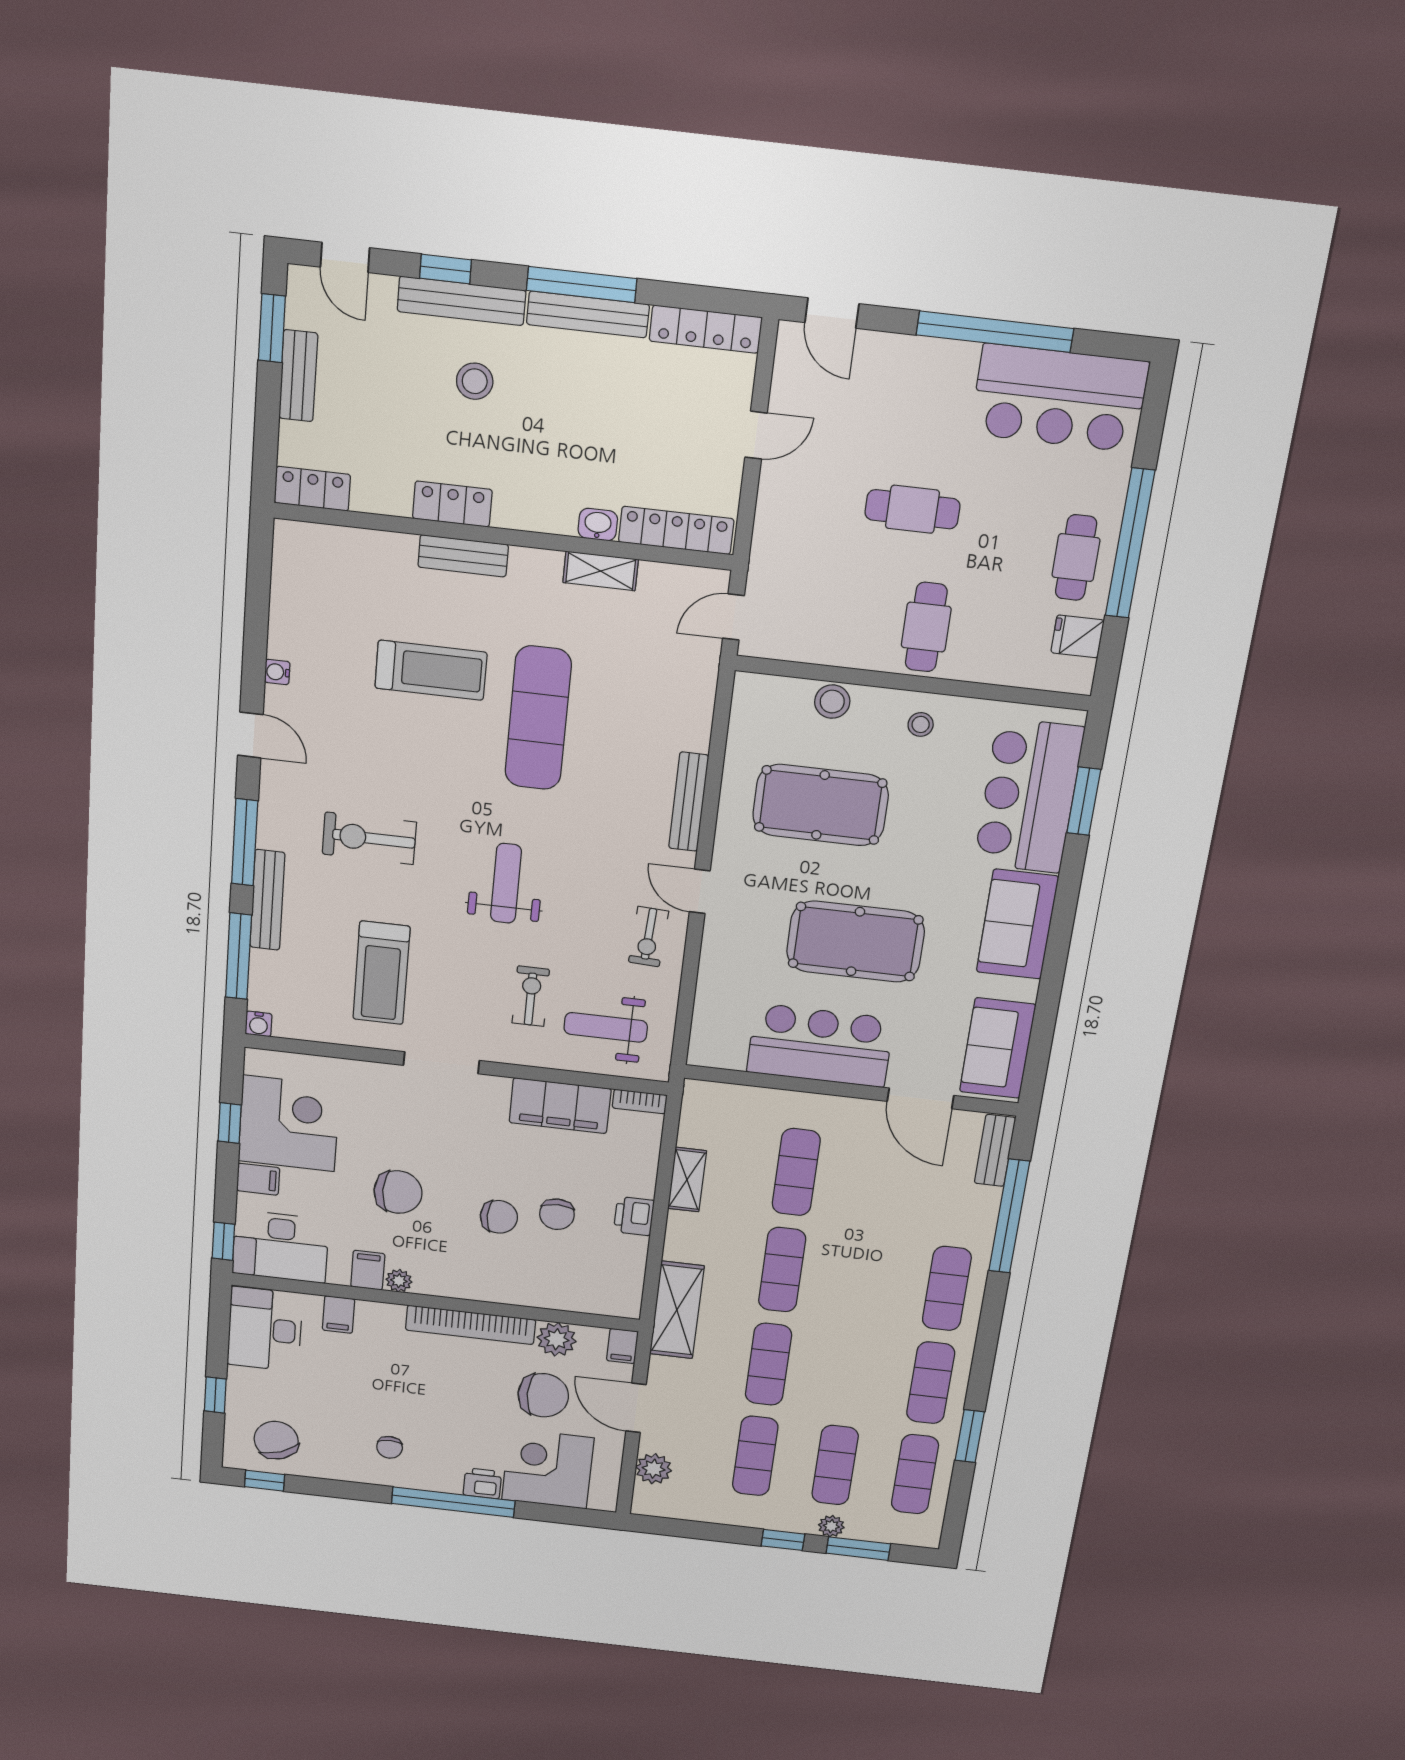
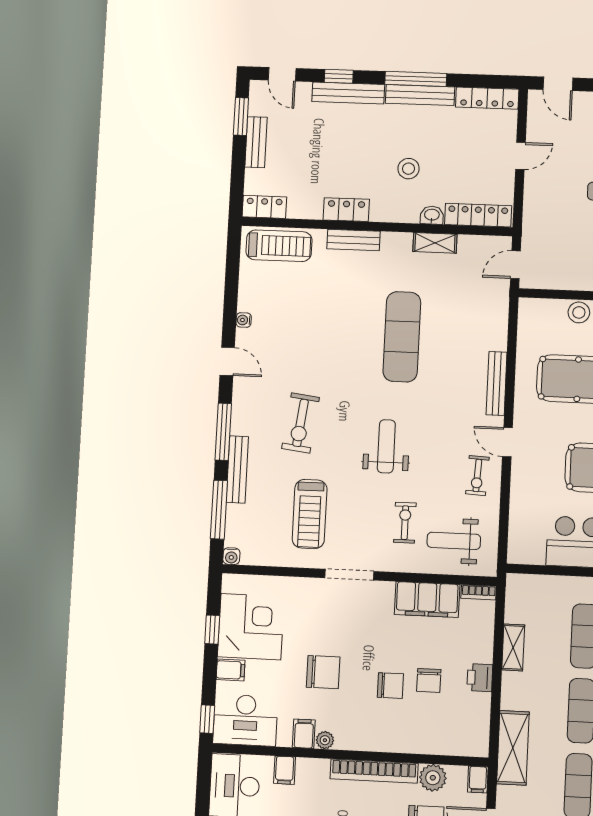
stool: (475, 381) -> (409, 169), moved
treadmill: (431, 670) -> (279, 246), moved
exercise bike: (369, 838) -> (301, 423), turned -83

